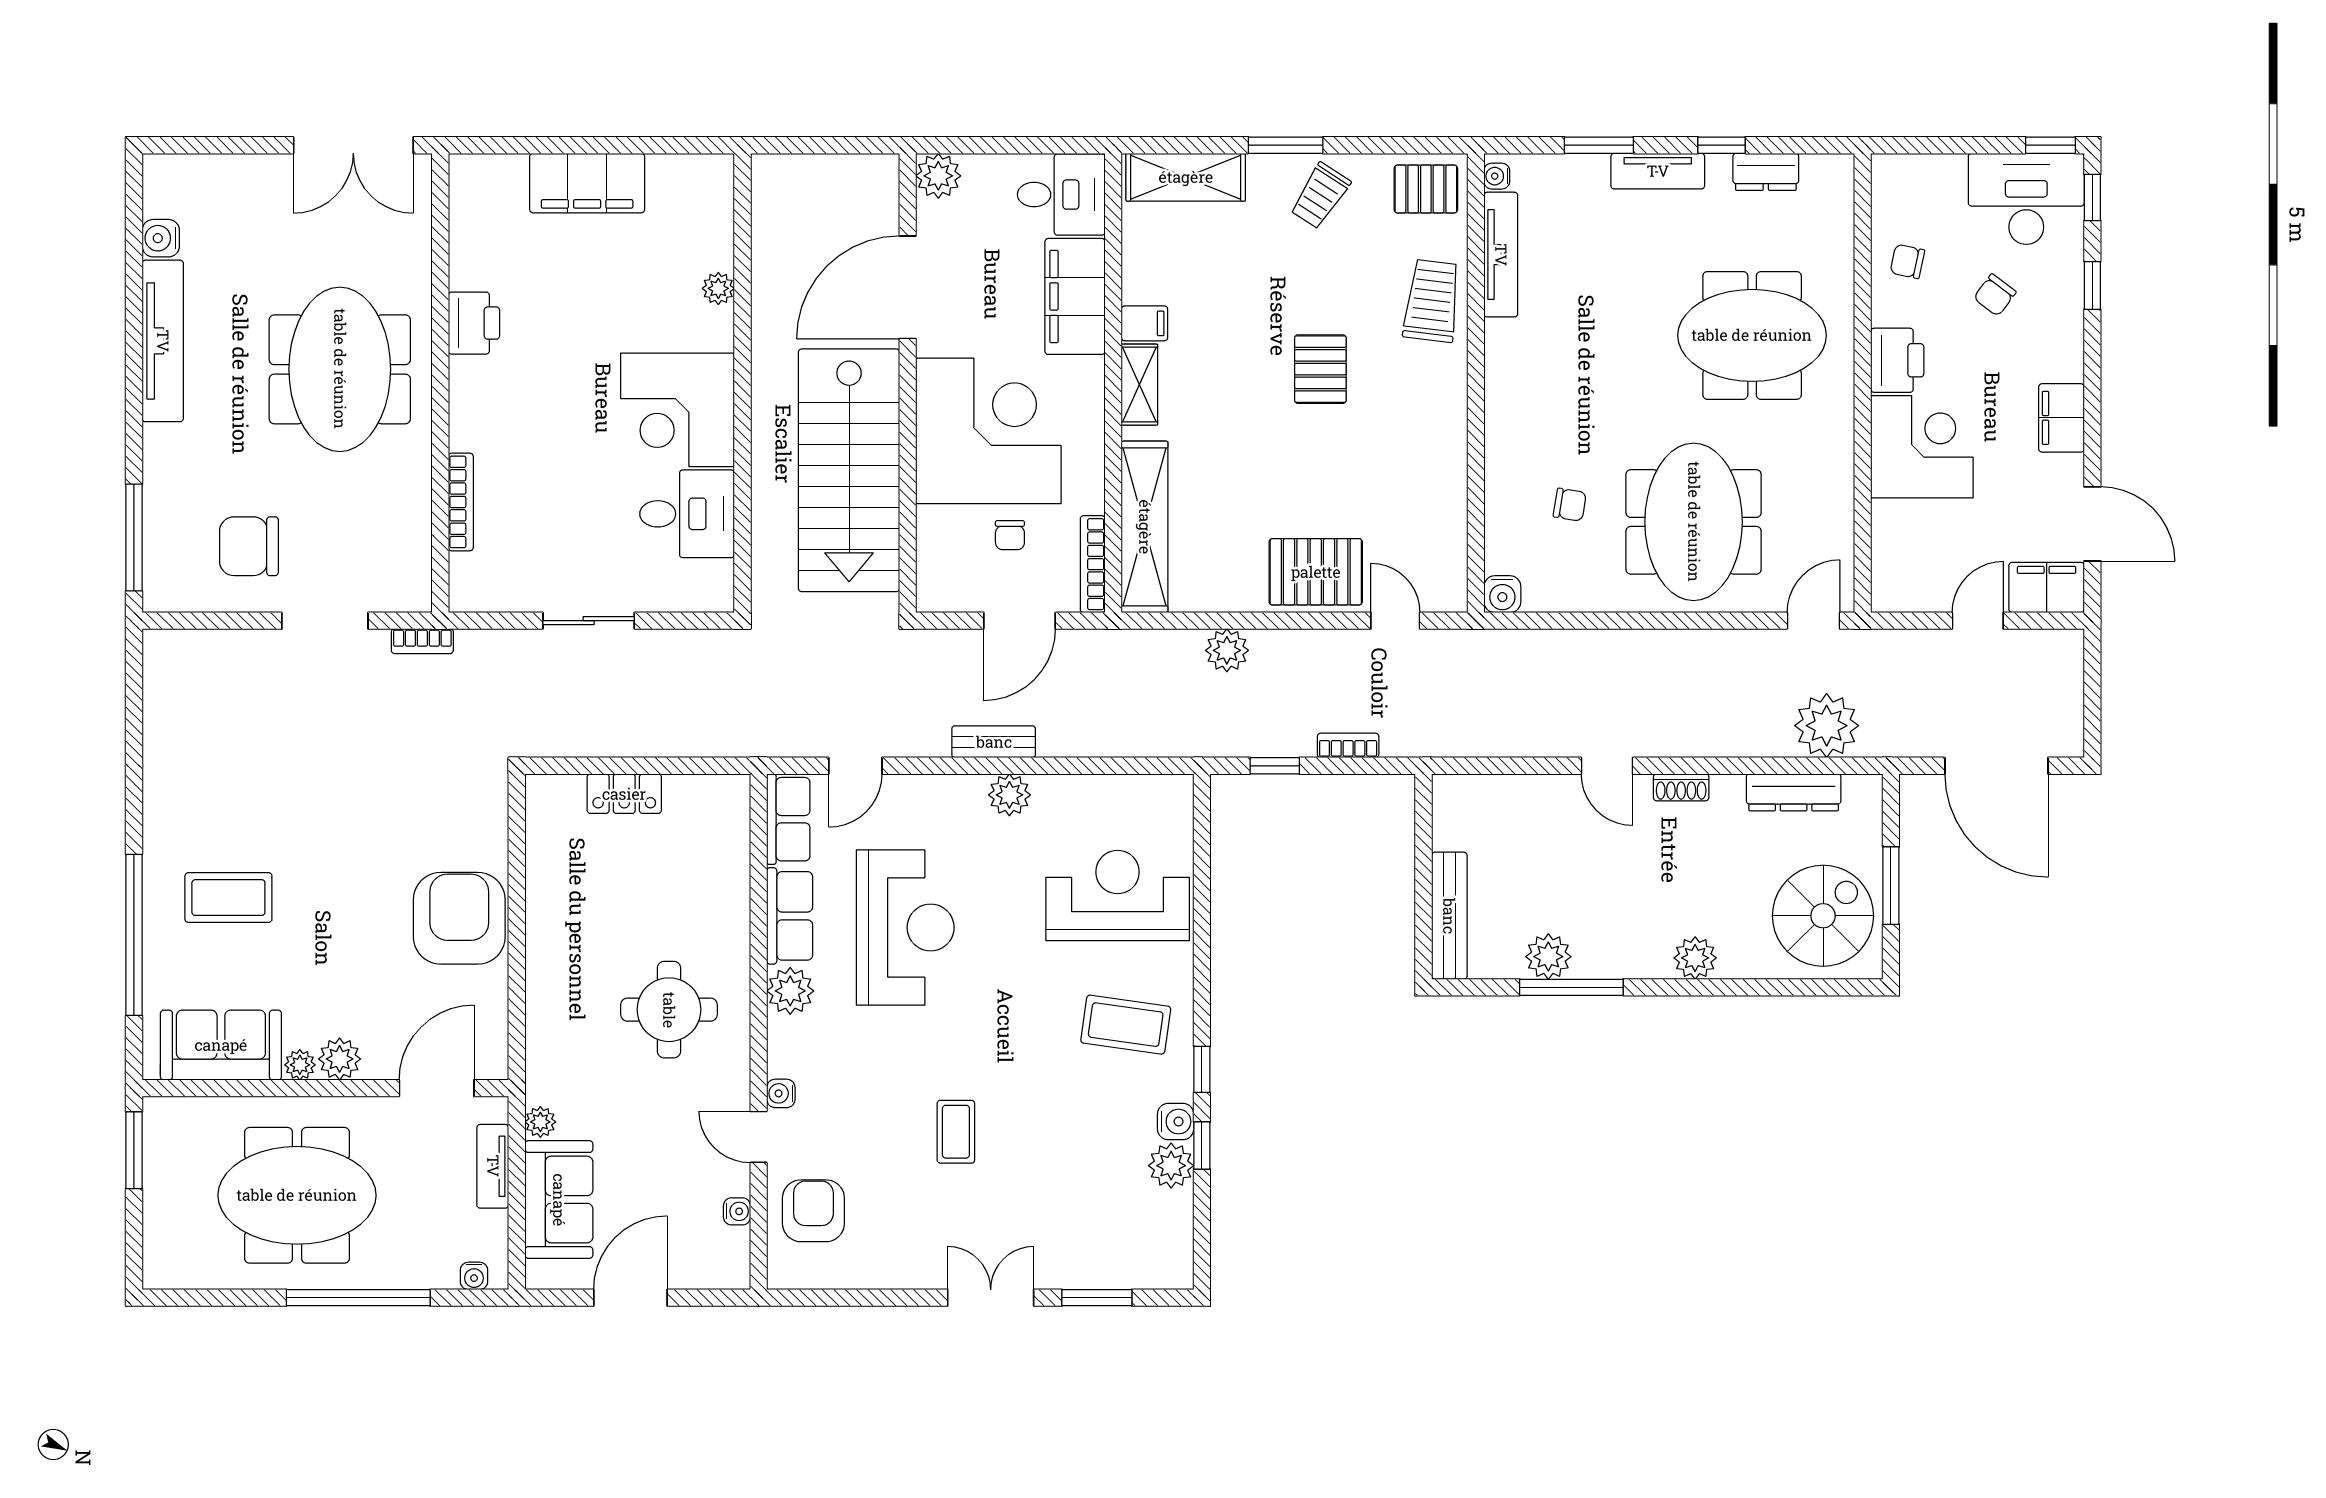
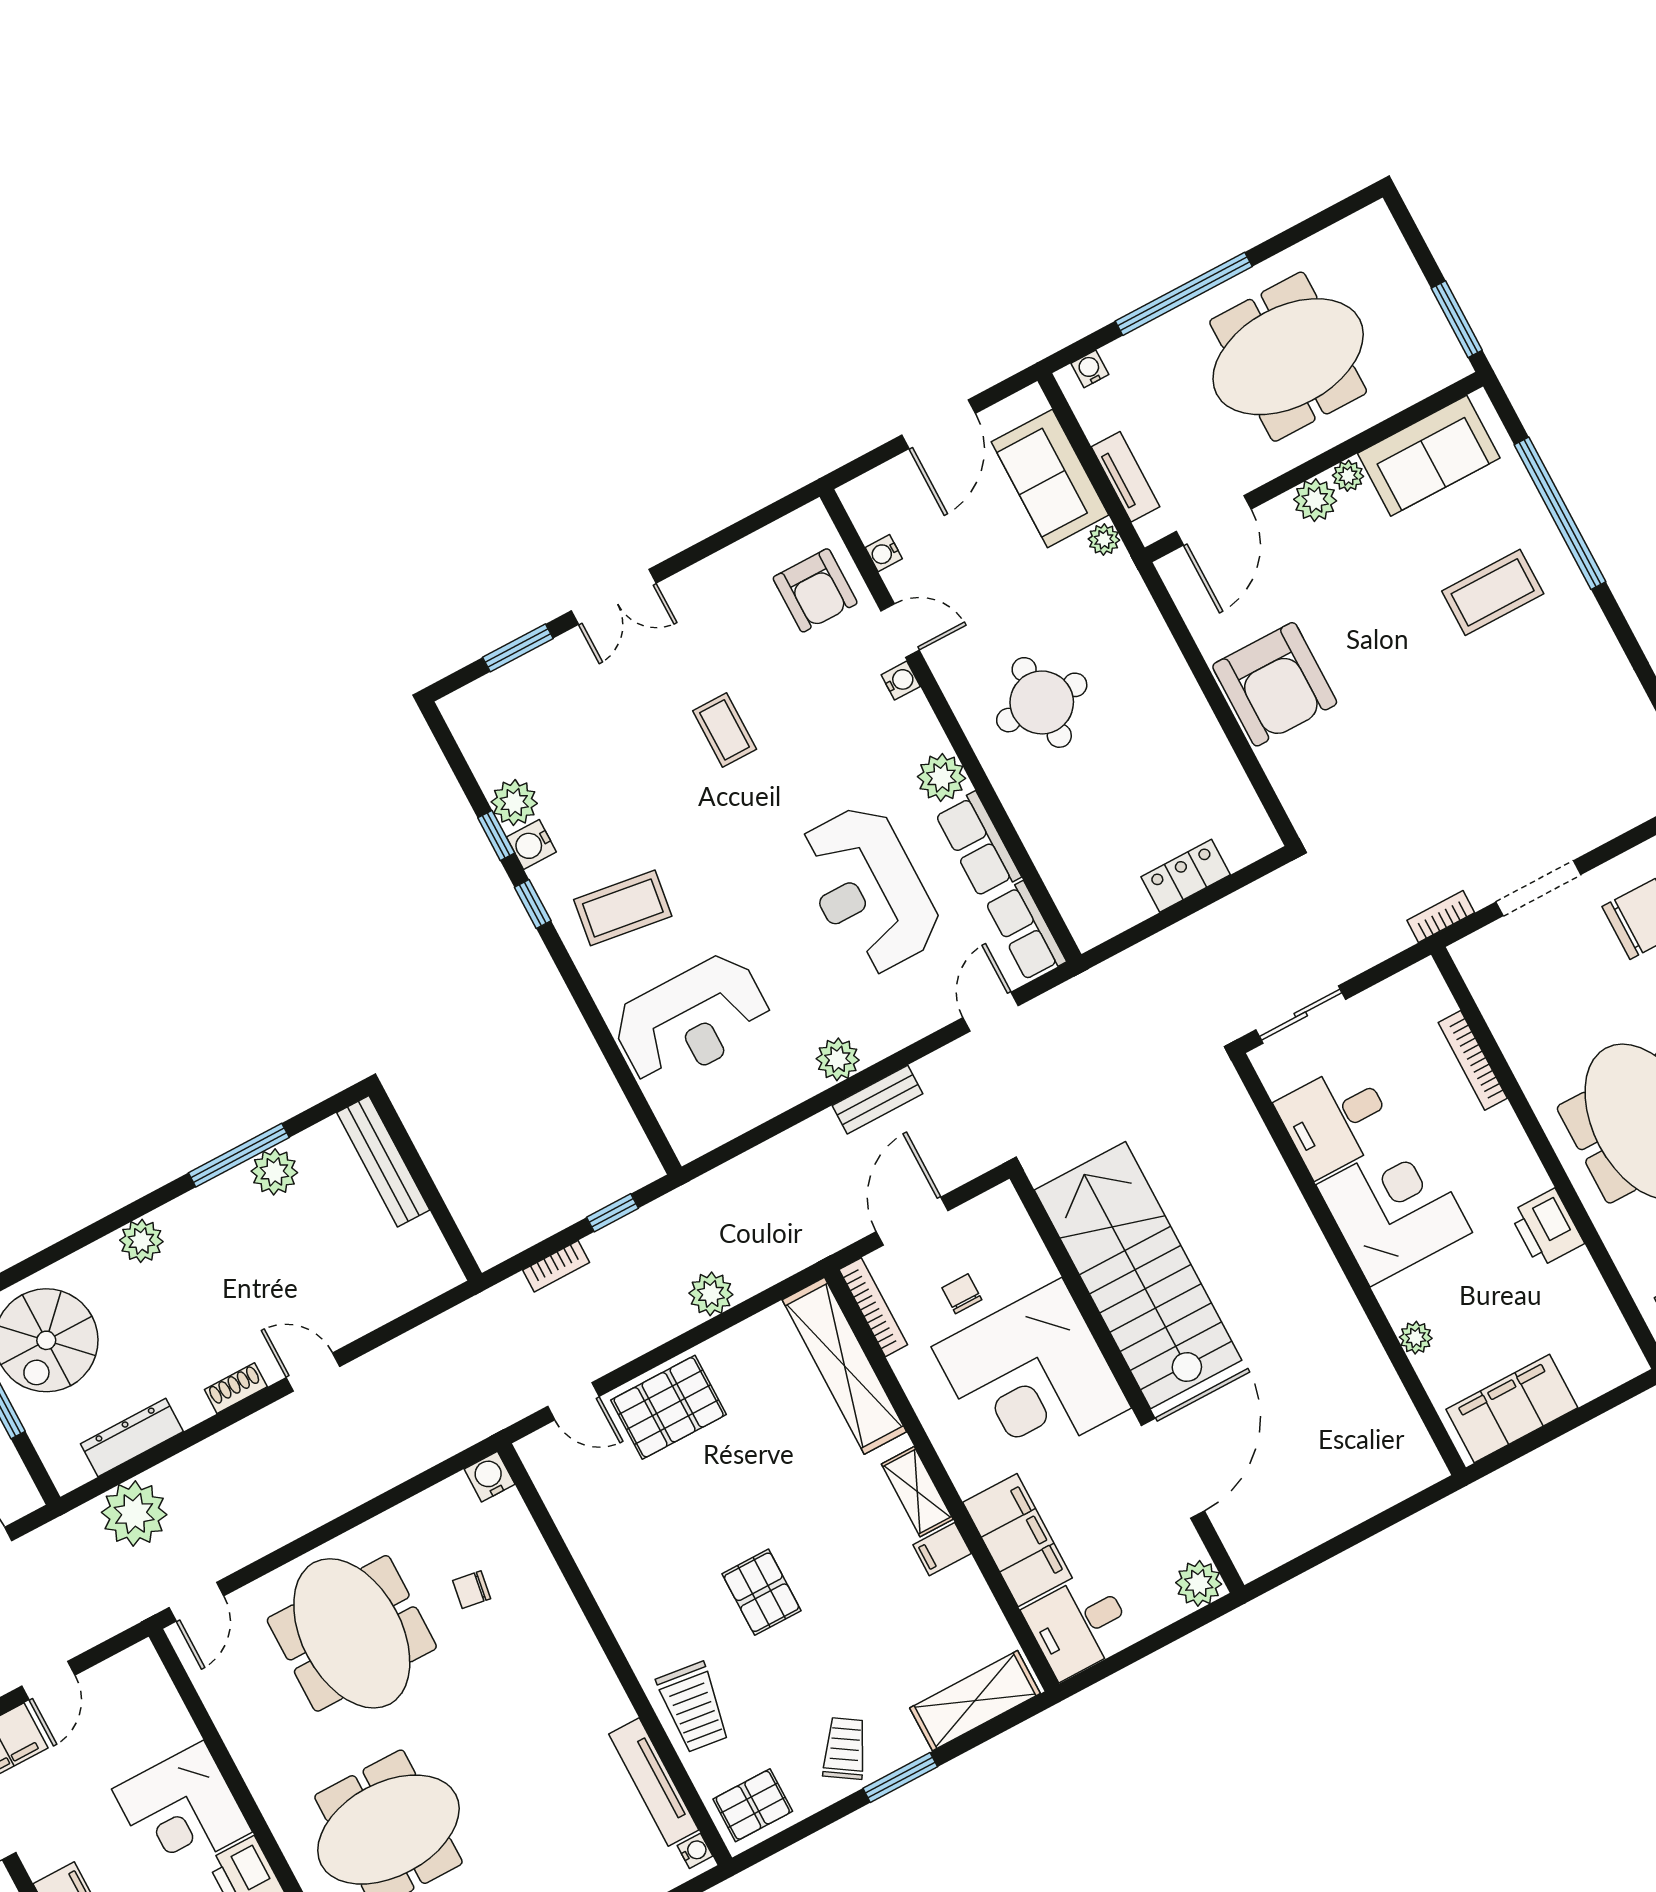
plant: (718, 288) -> (1416, 1338), moved
wall: (742, 383) -> (1349, 1264), moved
corner desk: (678, 410) -> (1394, 1209), moved
desk: (687, 514) -> (1336, 1120), moved

